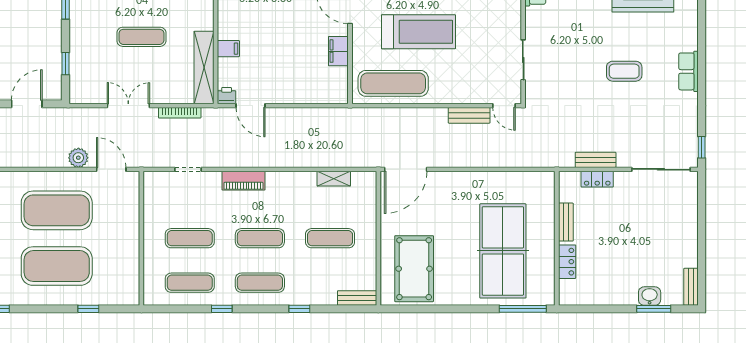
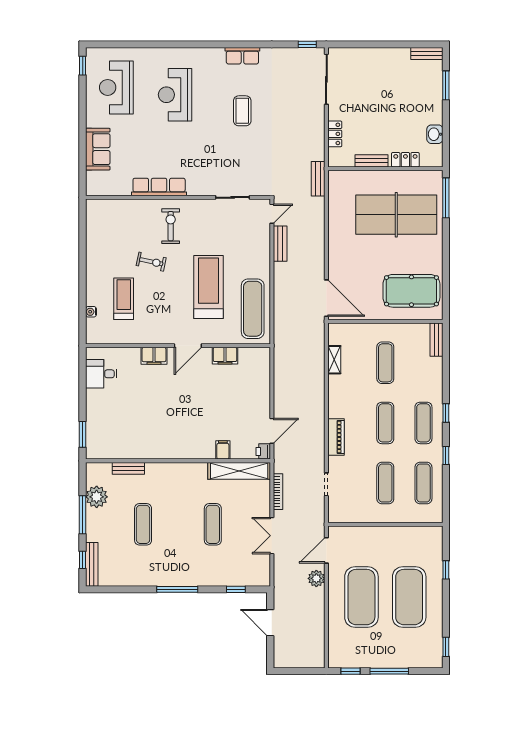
bench: (596, 160) -> (318, 179), moved
washbasin: (650, 296) -> (435, 134), moved
window: (299, 309) -> (446, 413), moved

